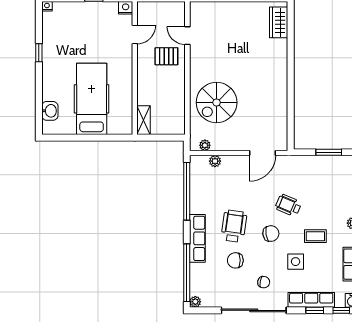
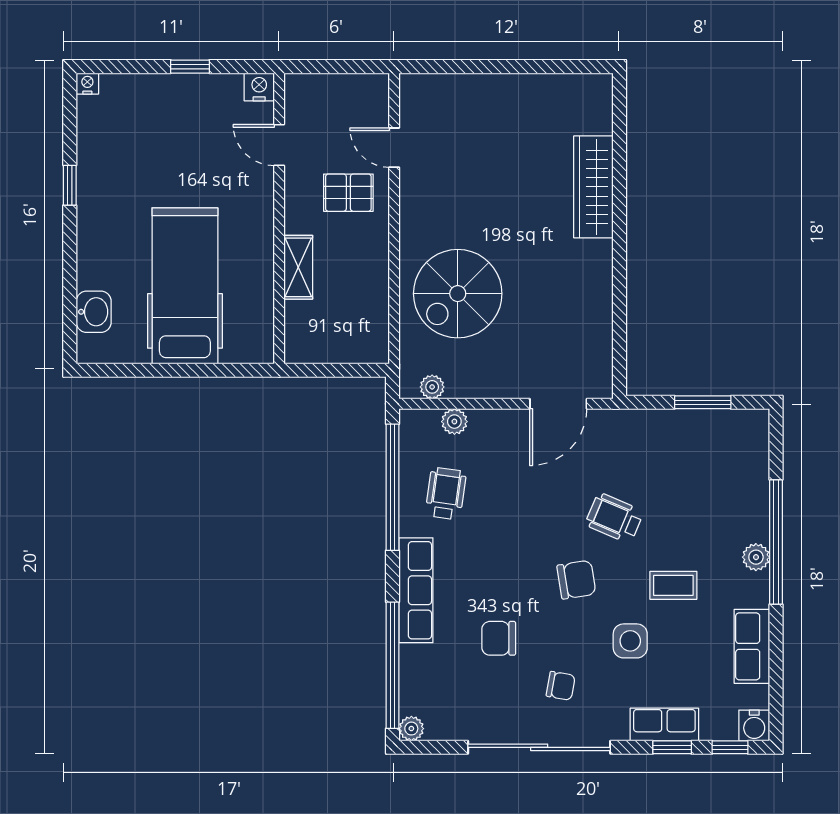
wardrobe: (279, 22) -> (593, 187), moved, width x1.50
door: (135, 34) -> (279, 145), swing flipped
shelving: (143, 120) -> (298, 267), moved
wheelchair: (234, 226) -> (446, 494), moved, width x0.73, depth x0.73
row of seats: (311, 300) -> (664, 725), width x0.68

